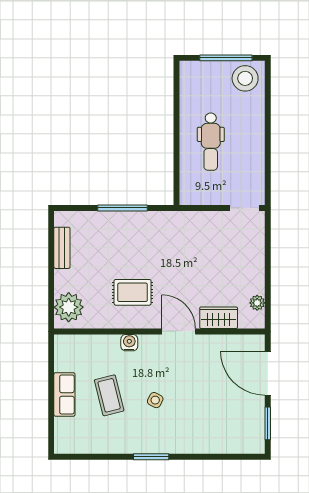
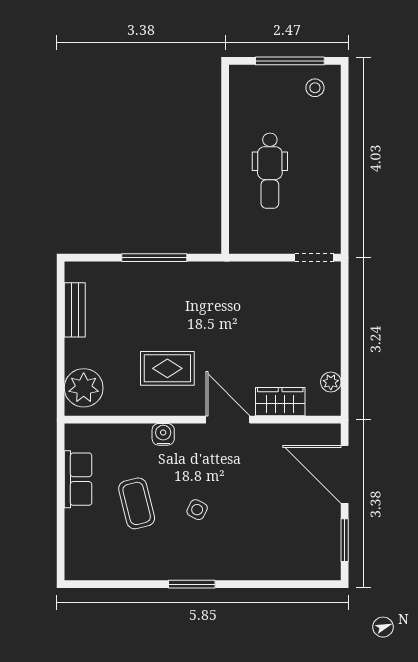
stool: (245, 78) -> (315, 88), width x0.53, depth x0.53
row of seats: (64, 394) -> (78, 479), moved

